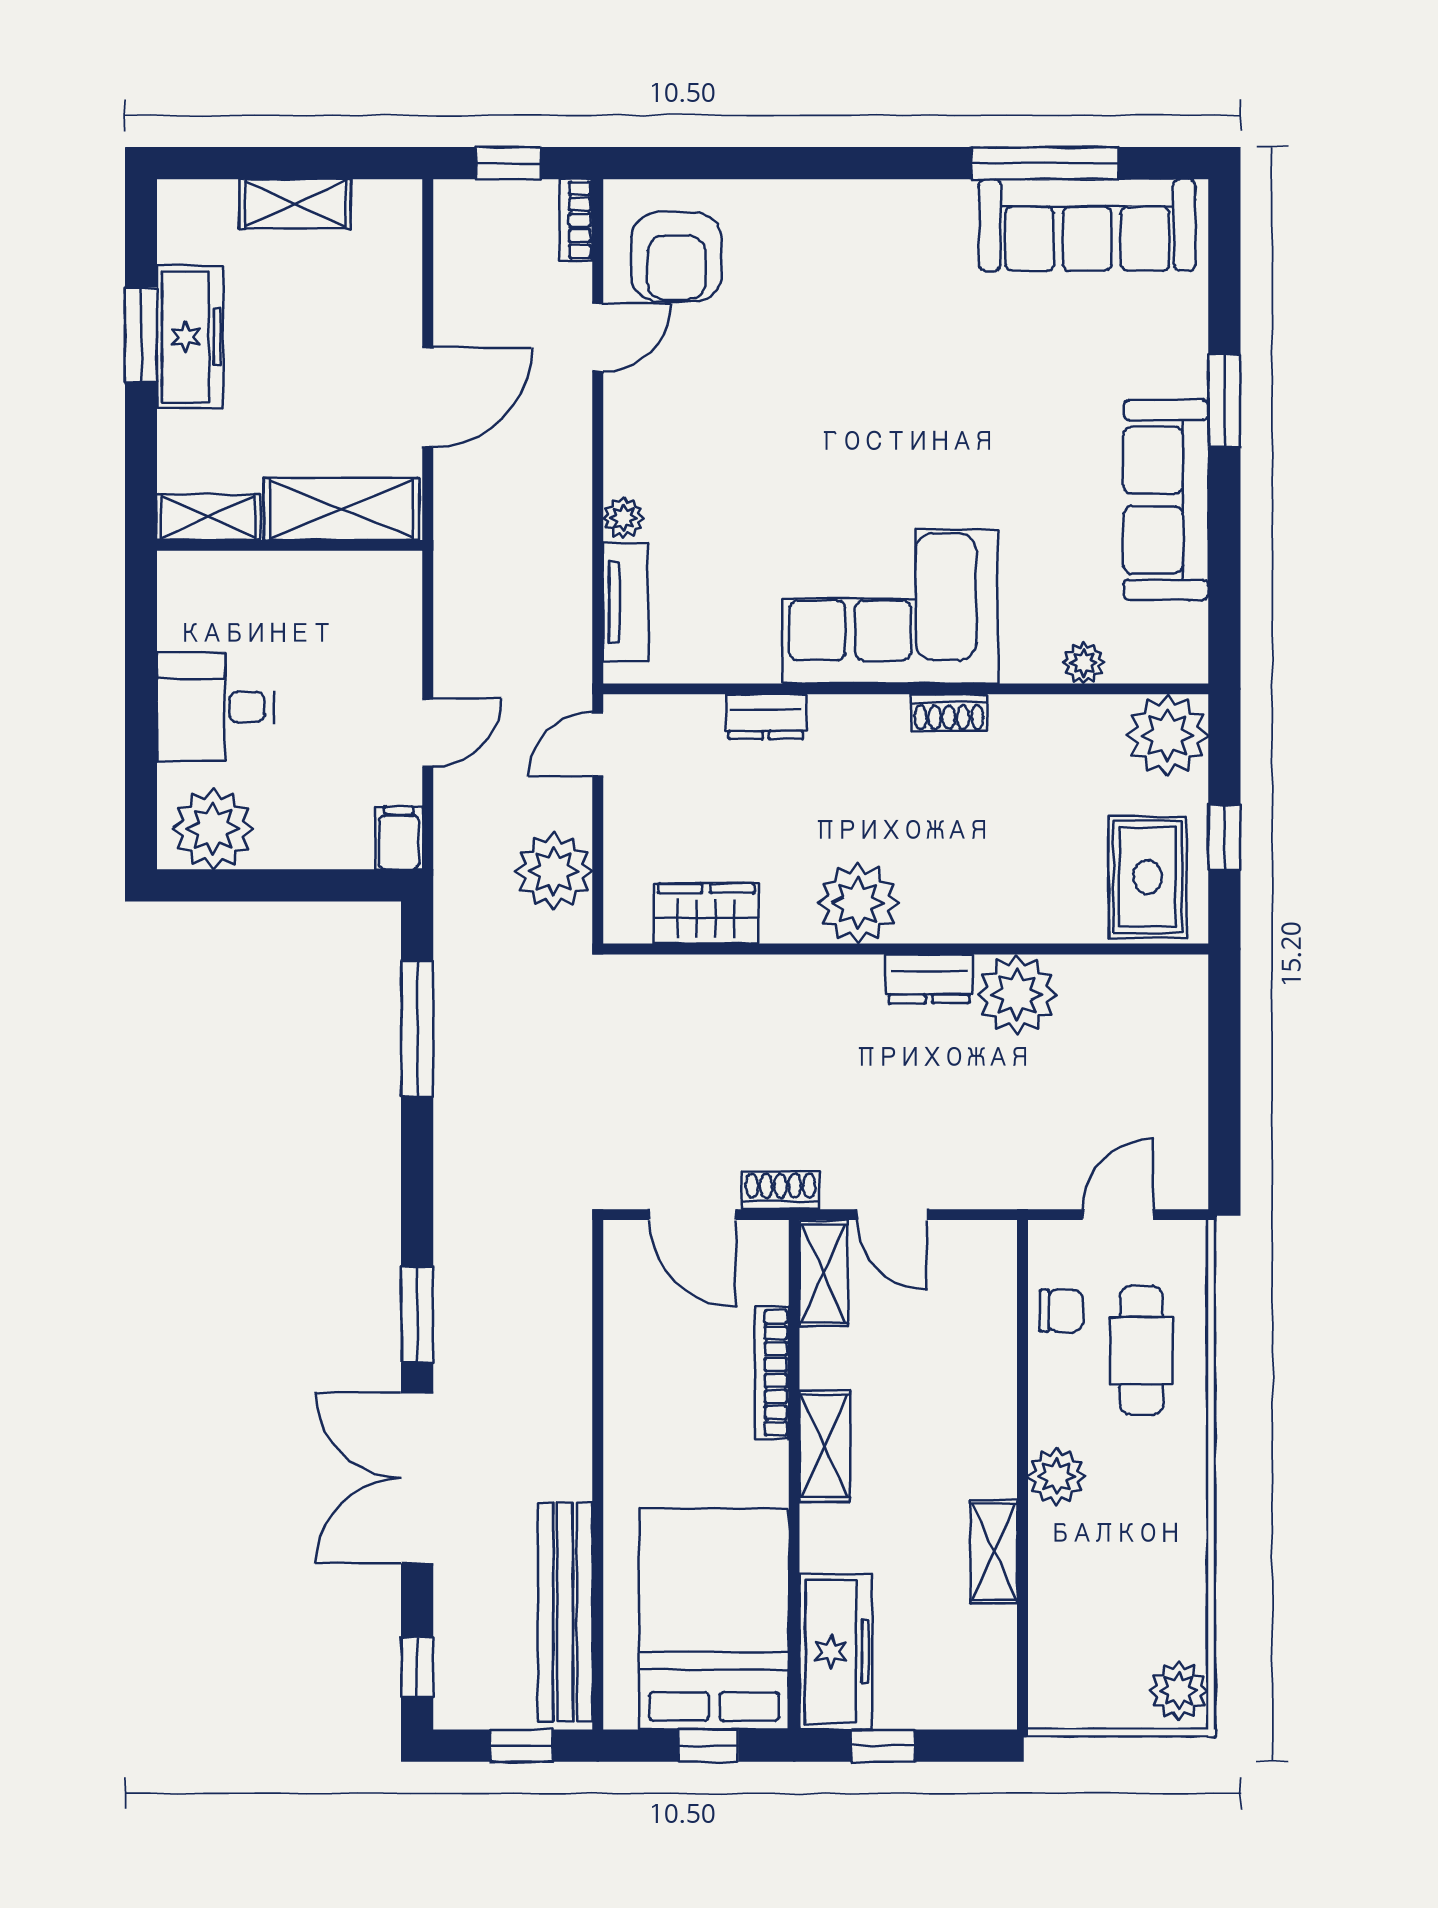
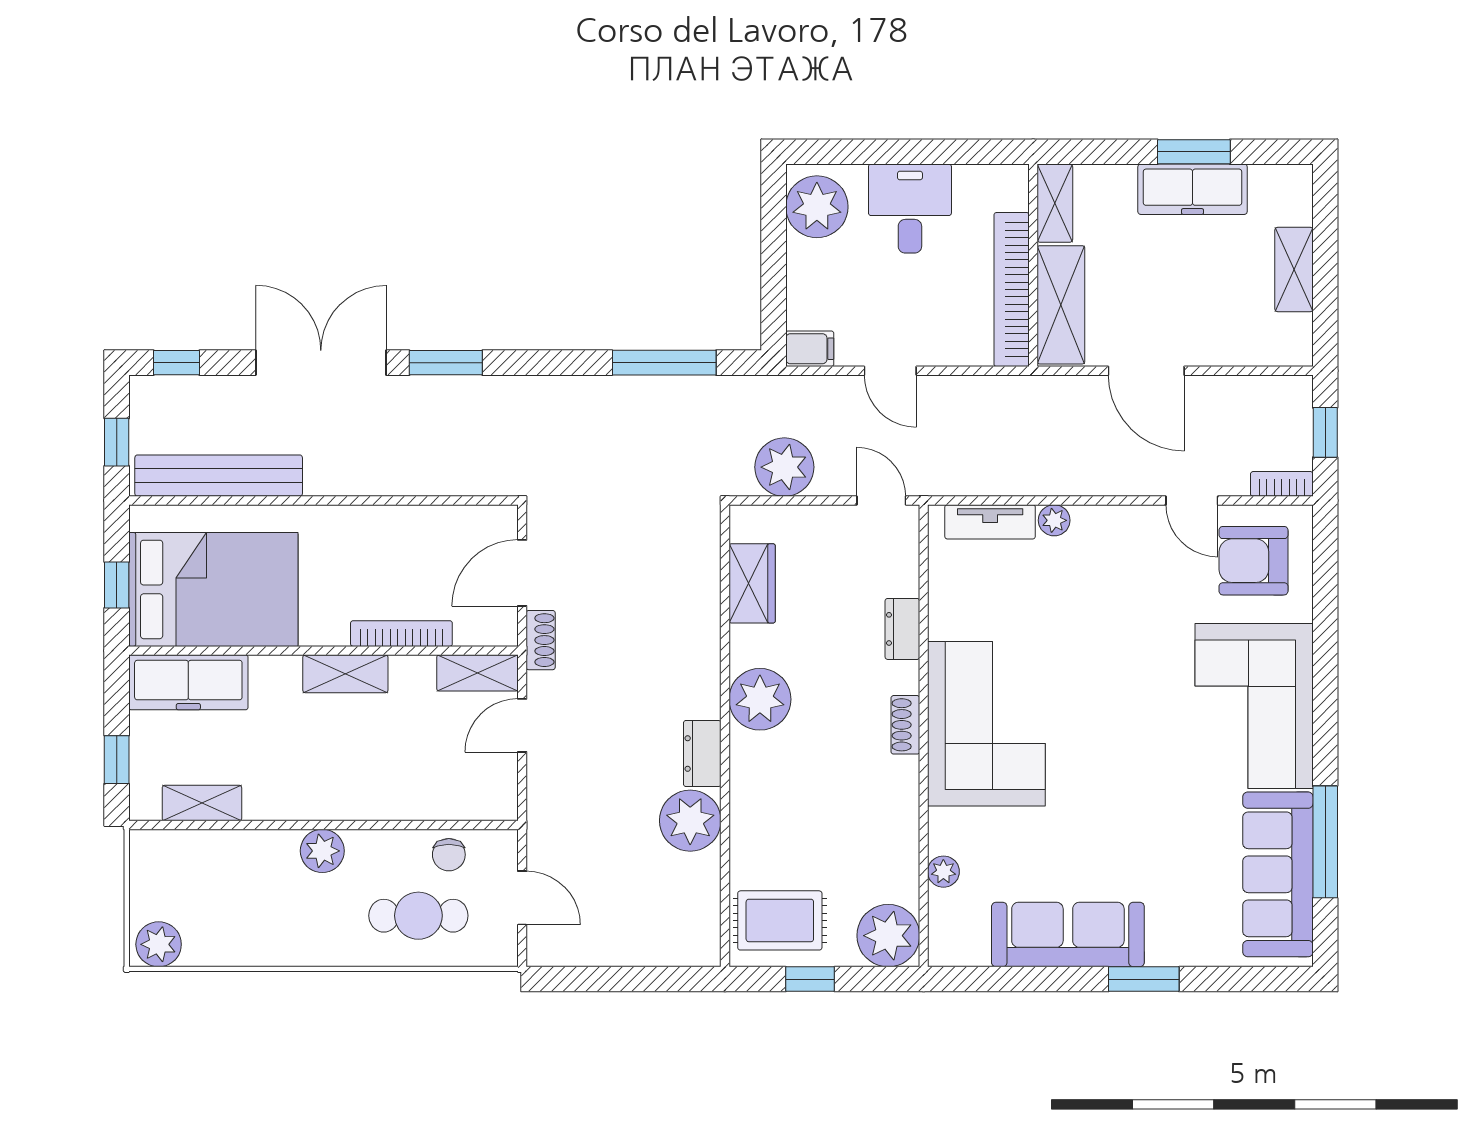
corner sofa: (867, 256) -> (1254, 706), added
bookcase: (321, 574) -> (1012, 290), added
shoe rack: (949, 713) -> (905, 725), moved
shelving: (994, 1552) -> (202, 803), moved
window: (883, 1746) -> (117, 760), moved

